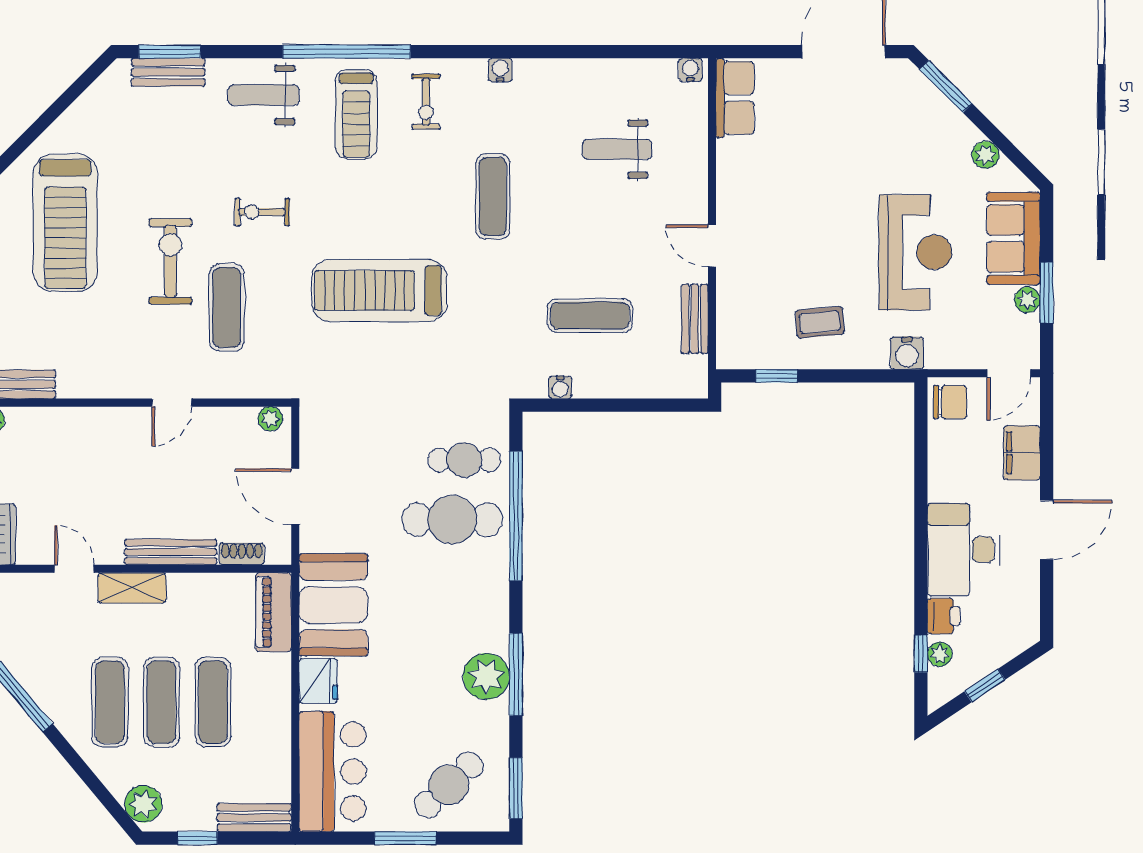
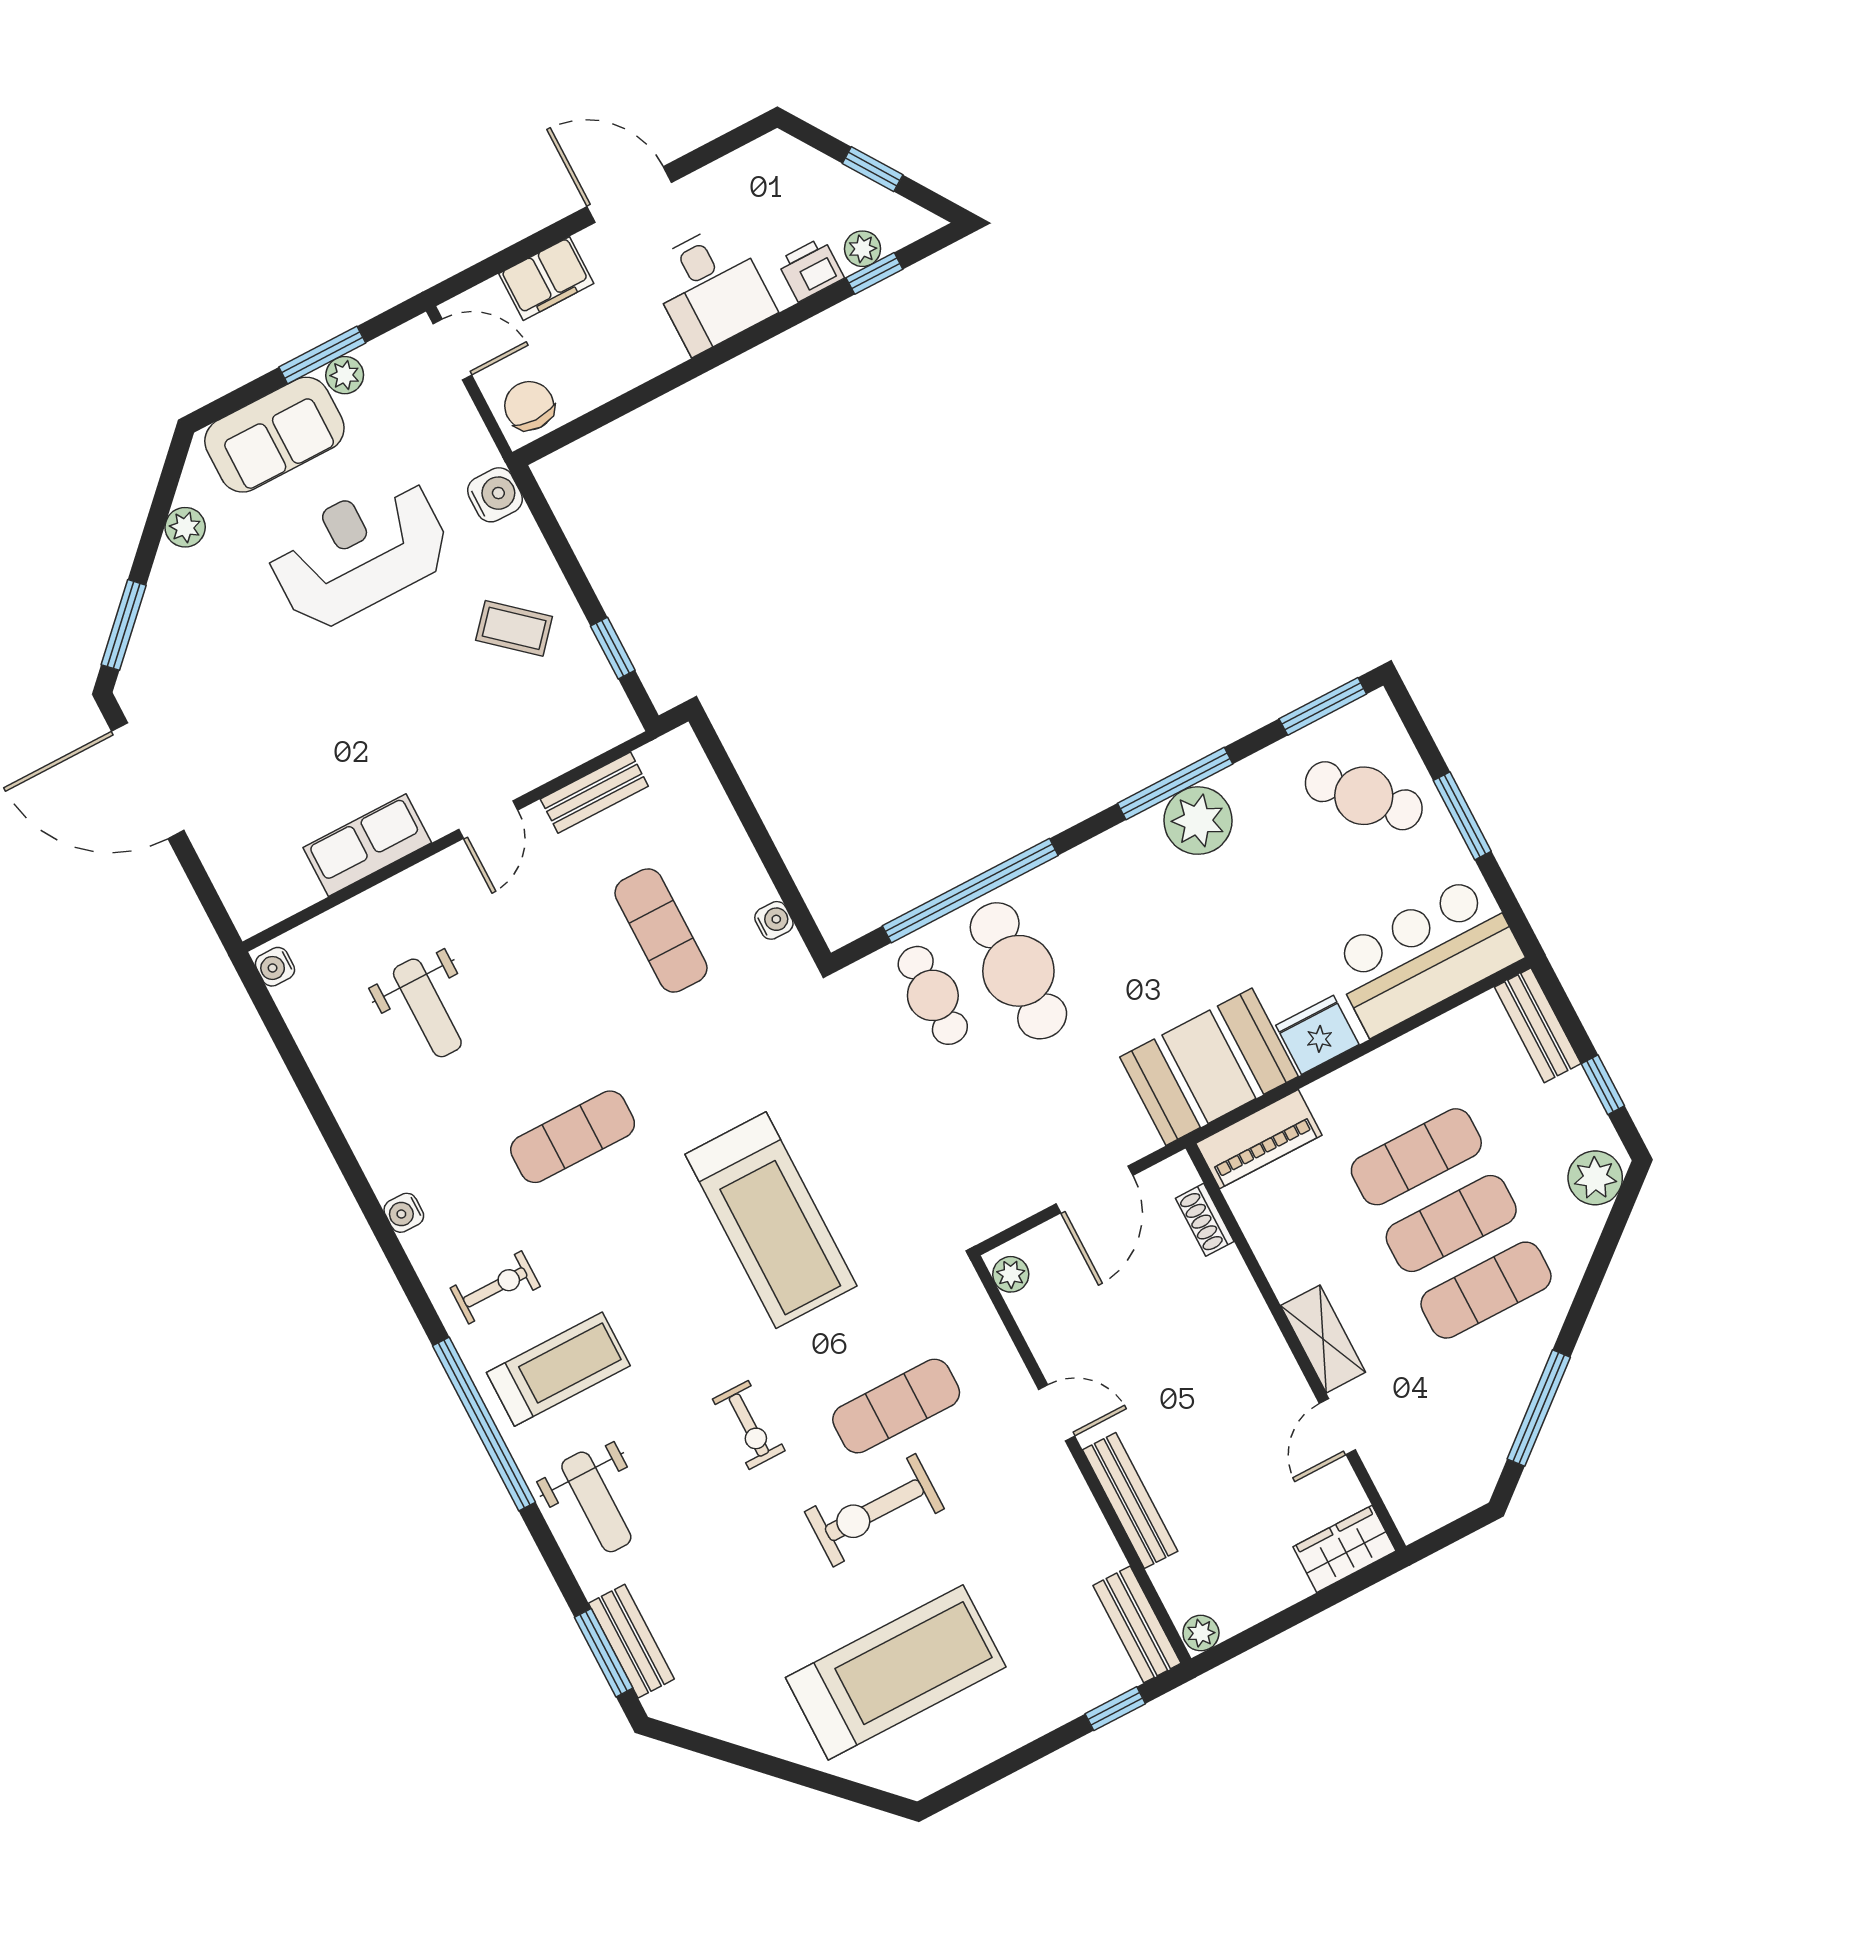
row of seats: (735, 98) -> (367, 845), moved
coffee table: (820, 322) -> (514, 628), turned -44
desk: (964, 550) -> (711, 288), width x0.73
bench: (171, 552) -> (1130, 1500), moved

